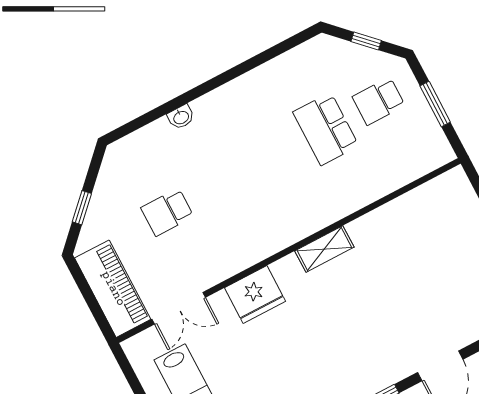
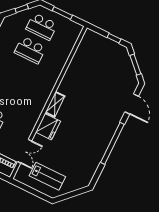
school desk: (379, 101) -> (42, 27), width x1.85
shelving: (324, 249) -> (55, 104), moved

